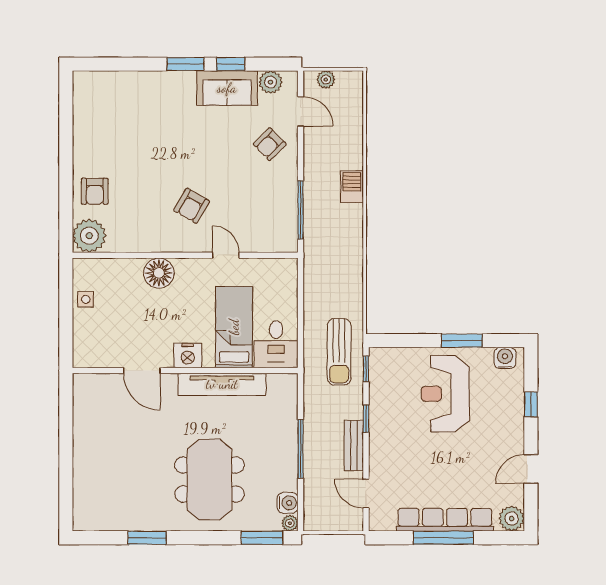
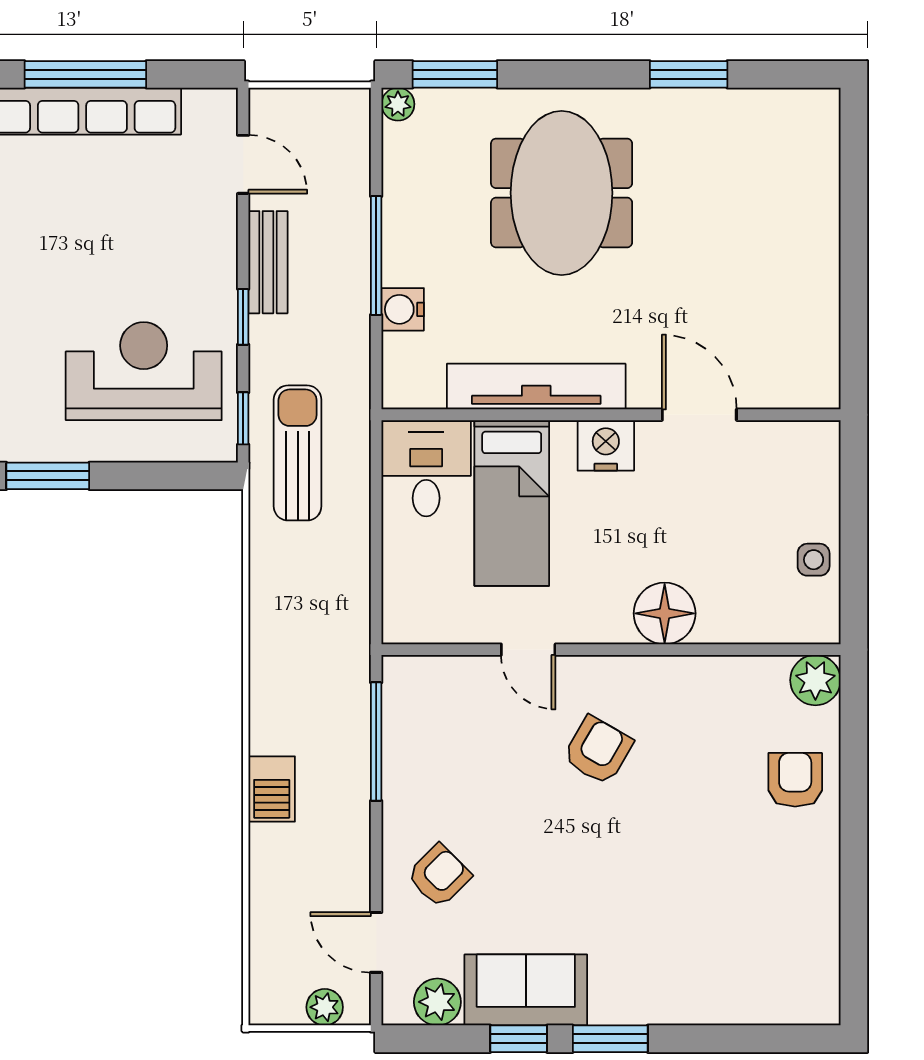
plant: (89, 236) -> (815, 680), width x0.73, depth x0.73
reception desk: (445, 394) -> (144, 371), moved, turned -90
water cooler: (288, 503) -> (403, 309), moved

